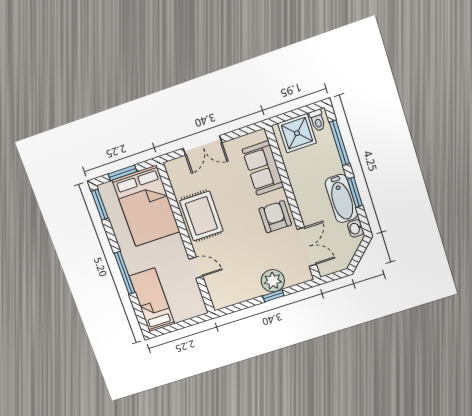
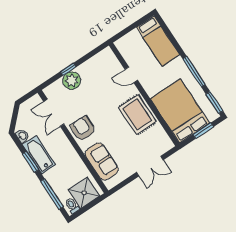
double door: (202, 145) -> (150, 166), swing flipped
armchair: (275, 217) -> (83, 129), turned 180
window: (125, 273) -> (194, 72), moved

